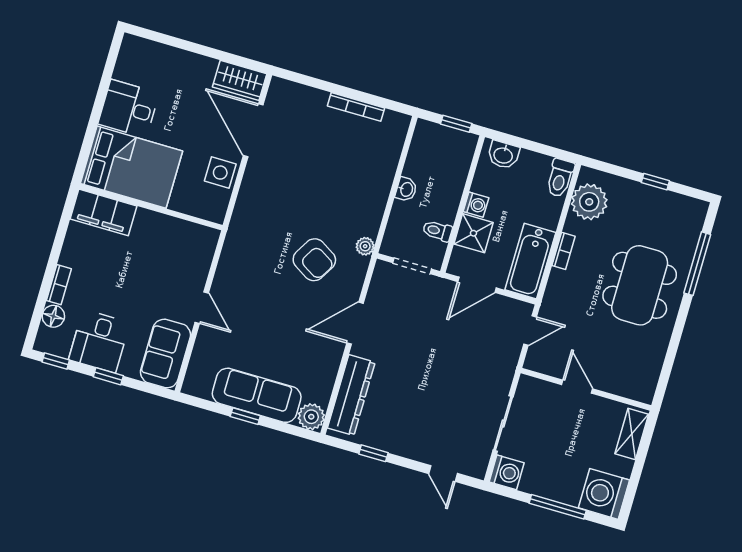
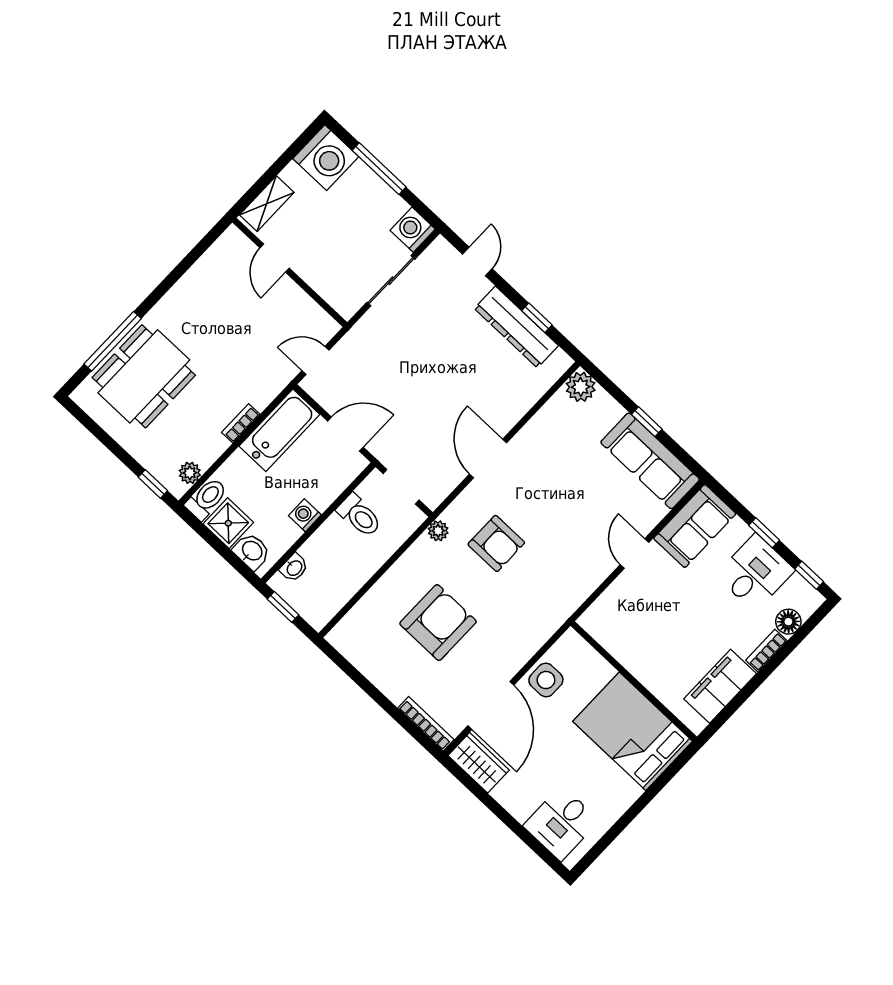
bookcase: (356, 107) -> (426, 724), moved
desk: (129, 109) -> (561, 823), moved, turned 90
armchair: (328, 174) -> (438, 623), added
window: (655, 182) -> (153, 484), moved
washbasin: (406, 189) -> (294, 568), moved, turned 180
plant: (589, 202) -> (190, 473), width x0.53, depth x0.53
filing cabinet: (103, 212) -> (720, 686), moved, turned -90
toilet: (437, 231) -> (359, 516), width x1.37, depth x1.39
shower: (473, 233) -> (228, 523), moved
armchair: (314, 260) -> (496, 543), turned 149
dining table: (640, 285) -> (144, 376), moved
door: (355, 323) -> (488, 458), swing flipped
door: (577, 387) -> (275, 258), moved
sofa: (257, 395) -> (650, 461), moved
dresser: (351, 395) -> (516, 327), moved, turned -90

